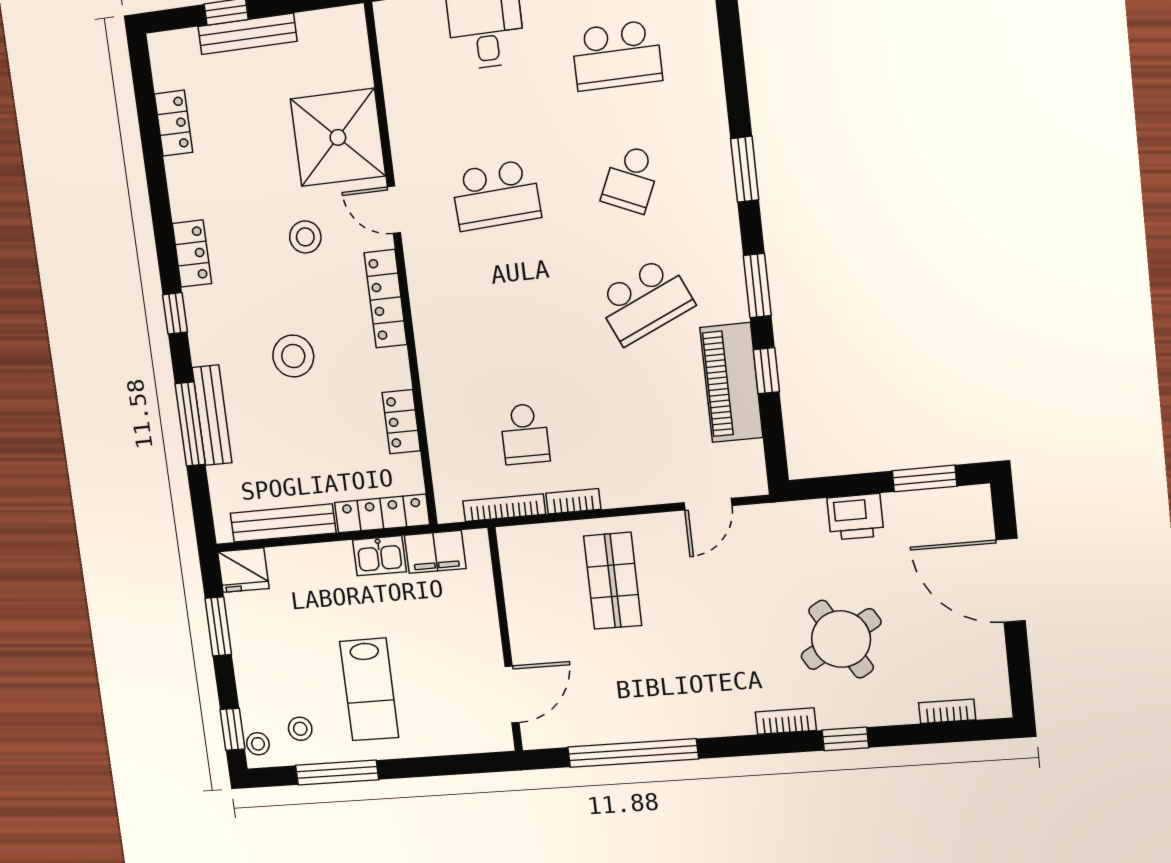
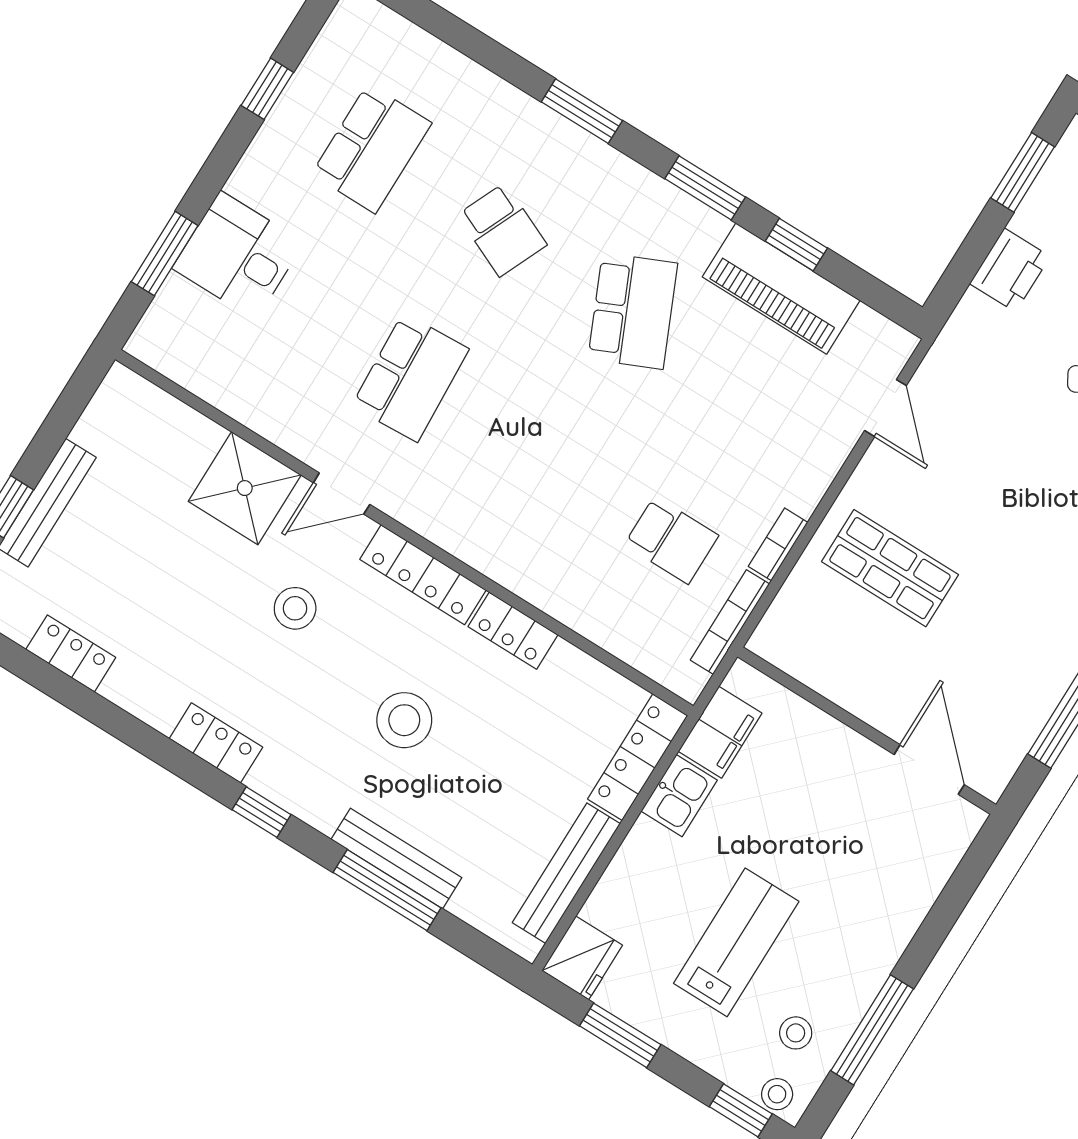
shower: (338, 137) -> (245, 488), width x0.73, depth x0.73
locker: (401, 422) -> (513, 631), moved
lab bench: (369, 689) -> (736, 942), moved, turned -90

